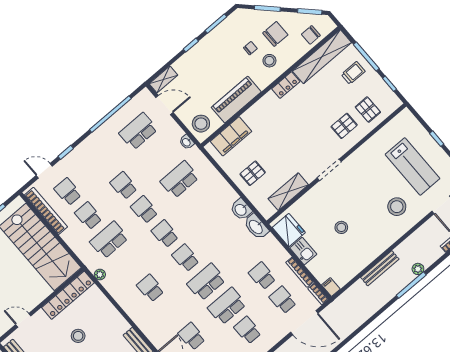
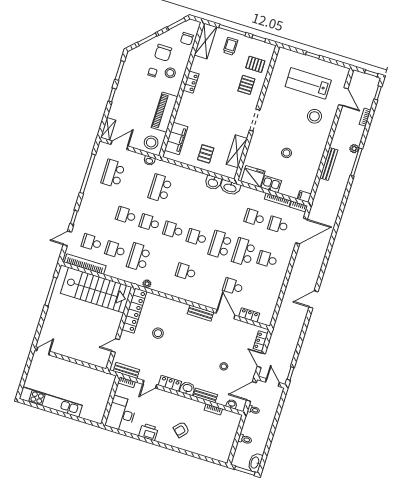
chair: (275, 34) -> (163, 53), turned 180
shelving: (322, 57) -> (206, 41), width x0.68
lab bench: (412, 166) -> (308, 83), turned 180

